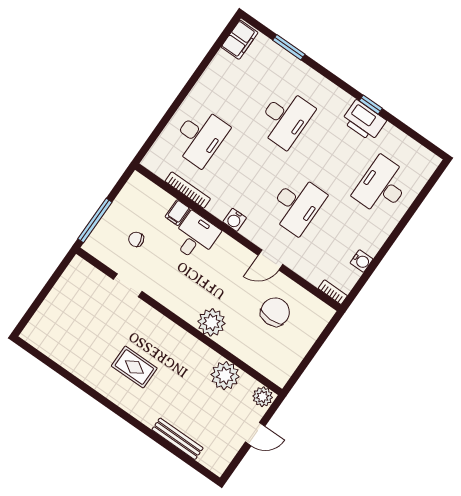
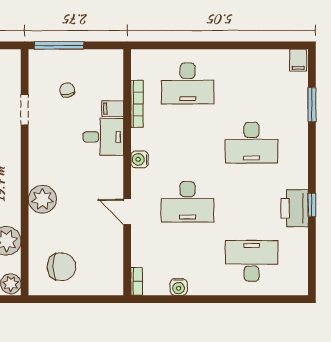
filing cabinet: (240, 40) -> (298, 60), width x0.50
chair: (275, 312) -> (62, 267), moved

